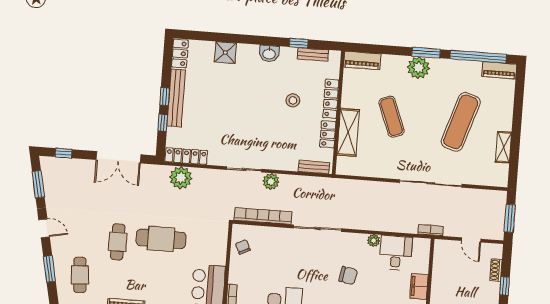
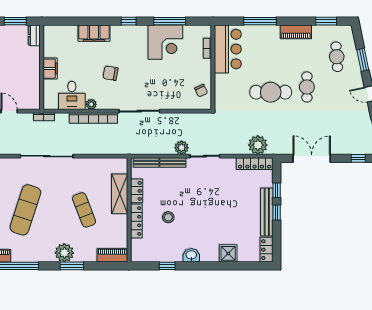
window: (426, 53) -> (72, 266), moved
bench: (313, 55) -> (173, 163), moved
bookcase: (263, 216) -> (93, 118), moved

